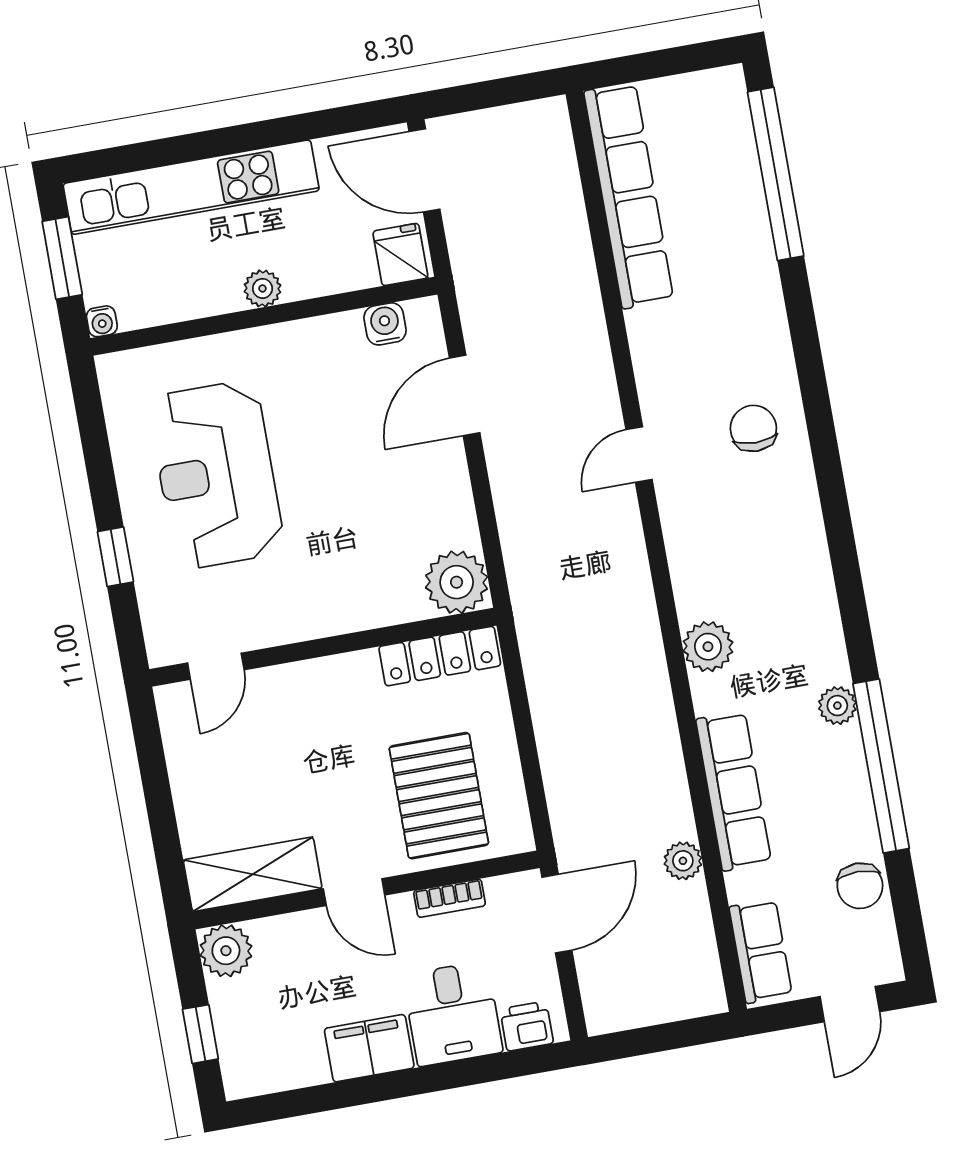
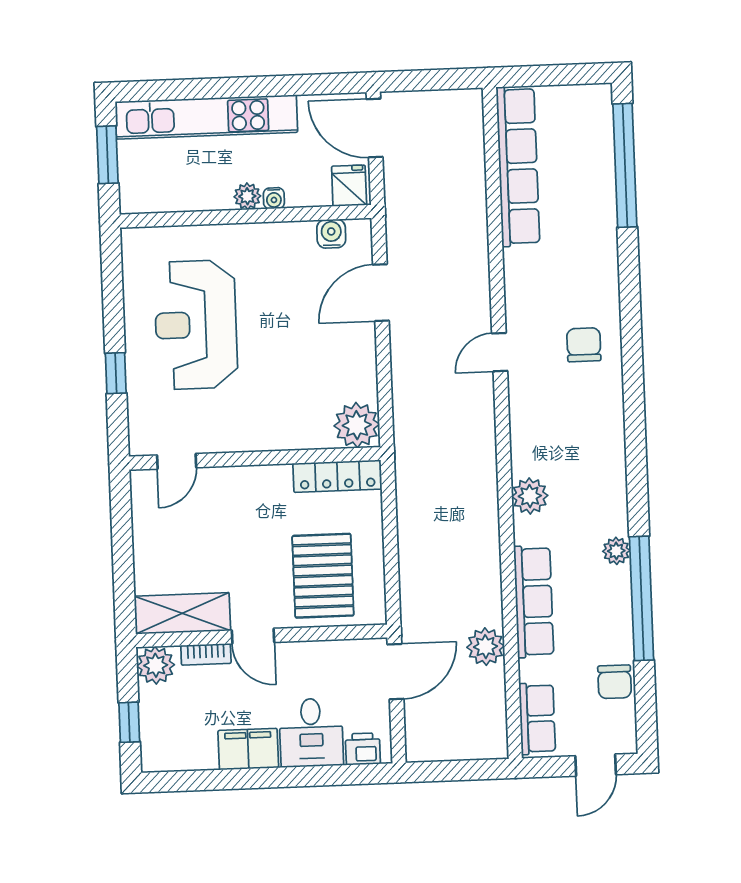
water cooler: (102, 321) -> (274, 198), moved
plant: (683, 861) -> (486, 647), width x1.38, depth x1.38
bookcase: (449, 898) -> (206, 654), moved

